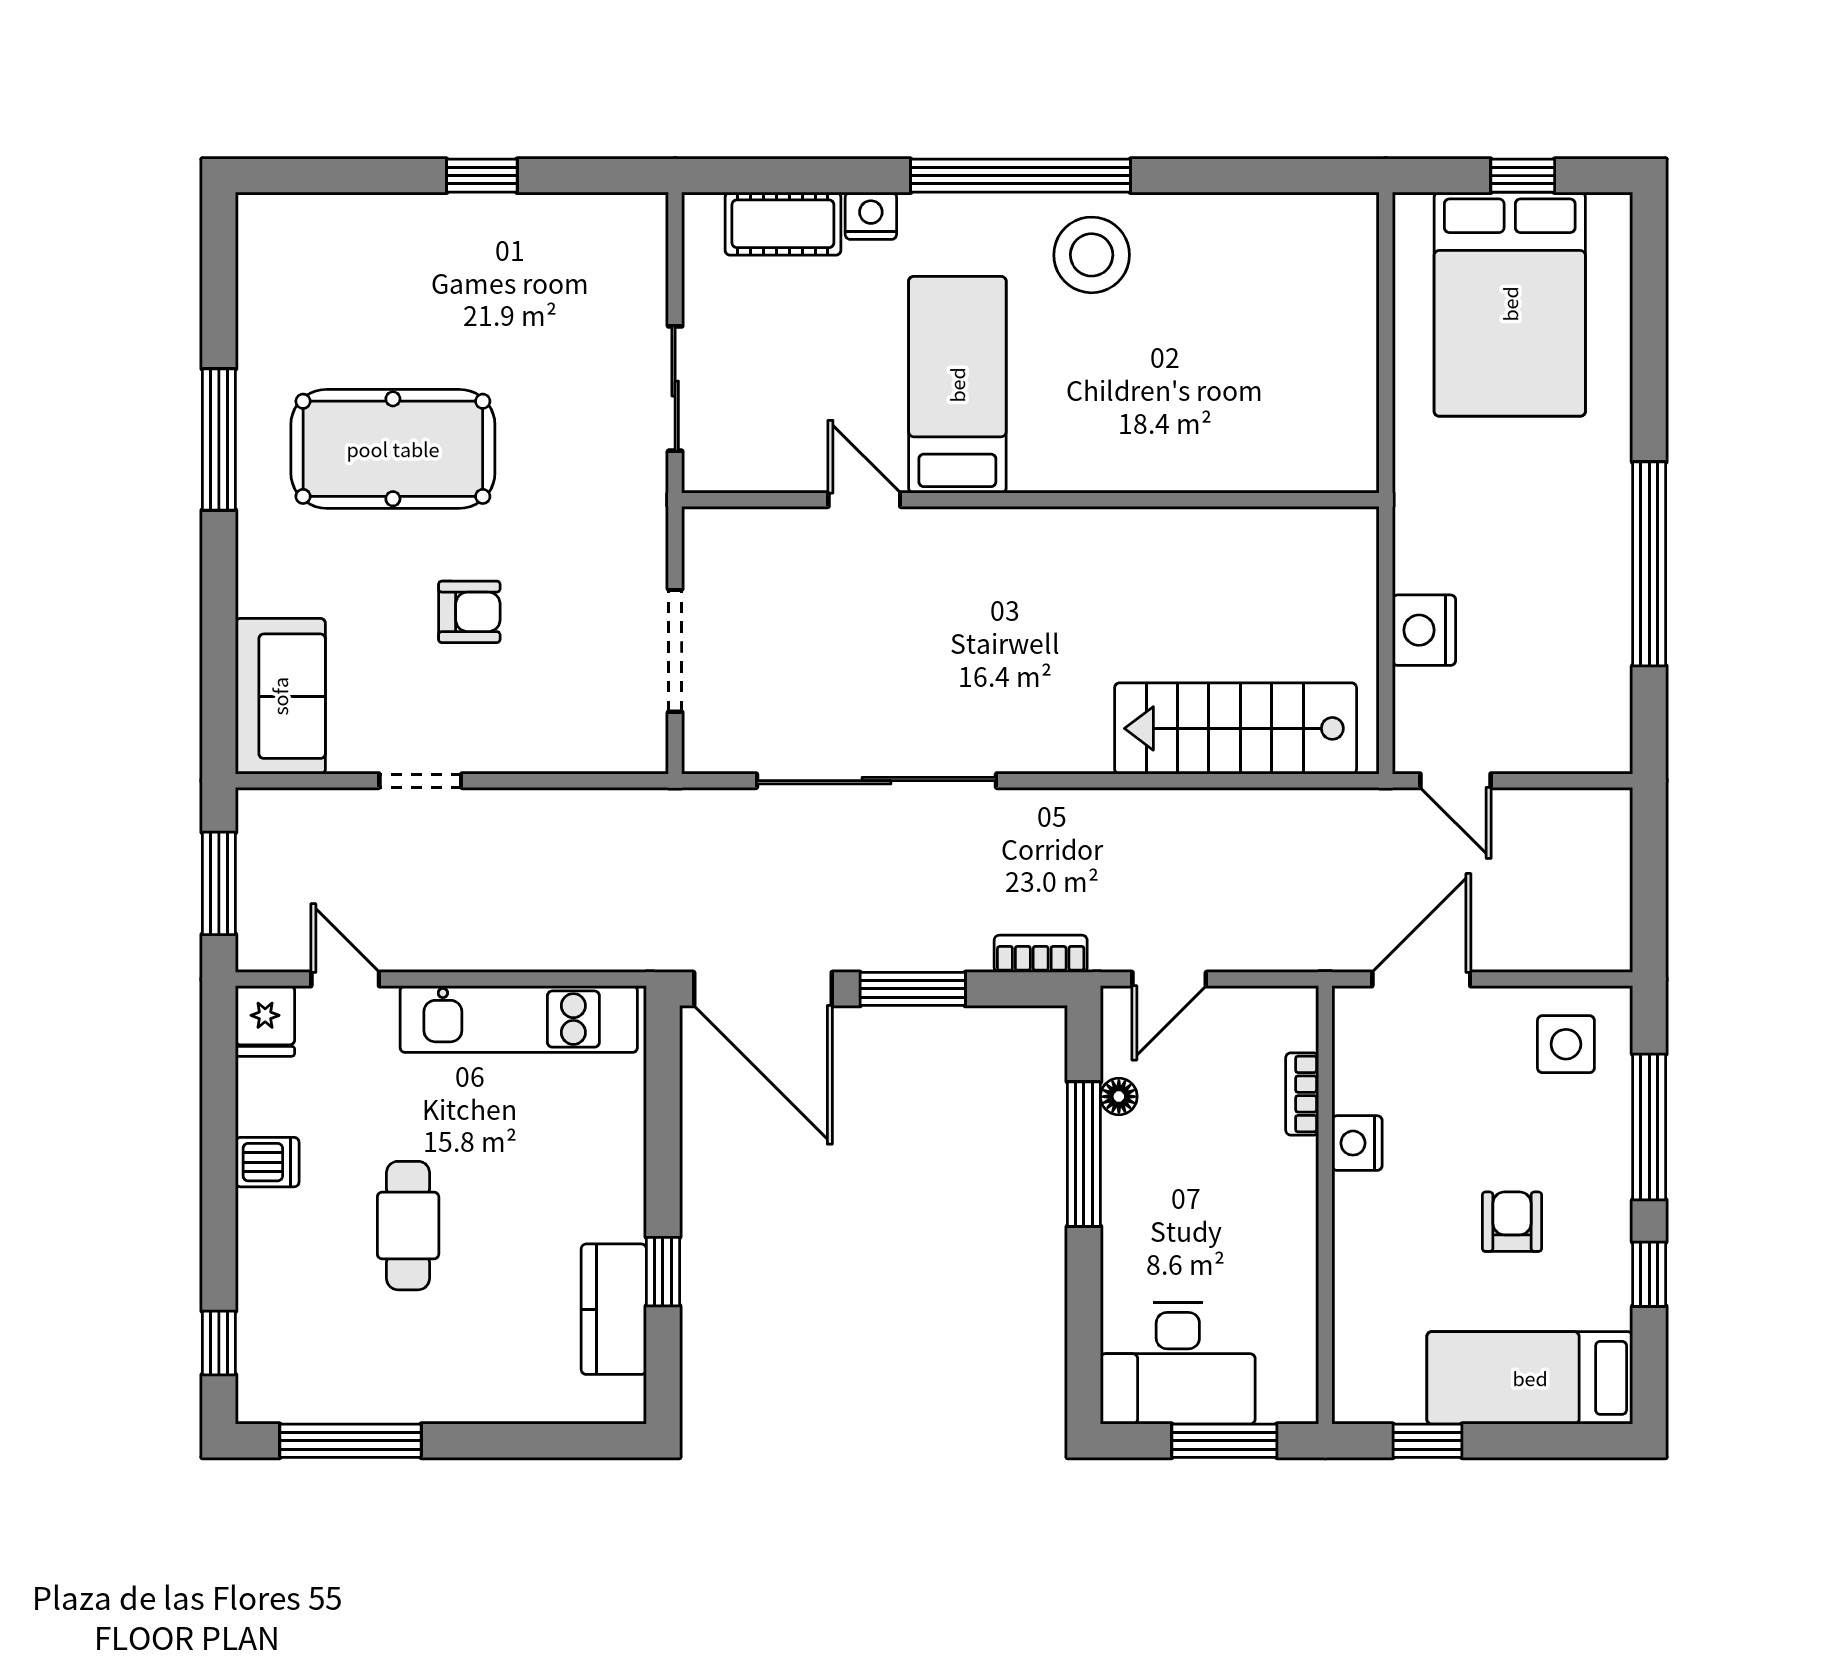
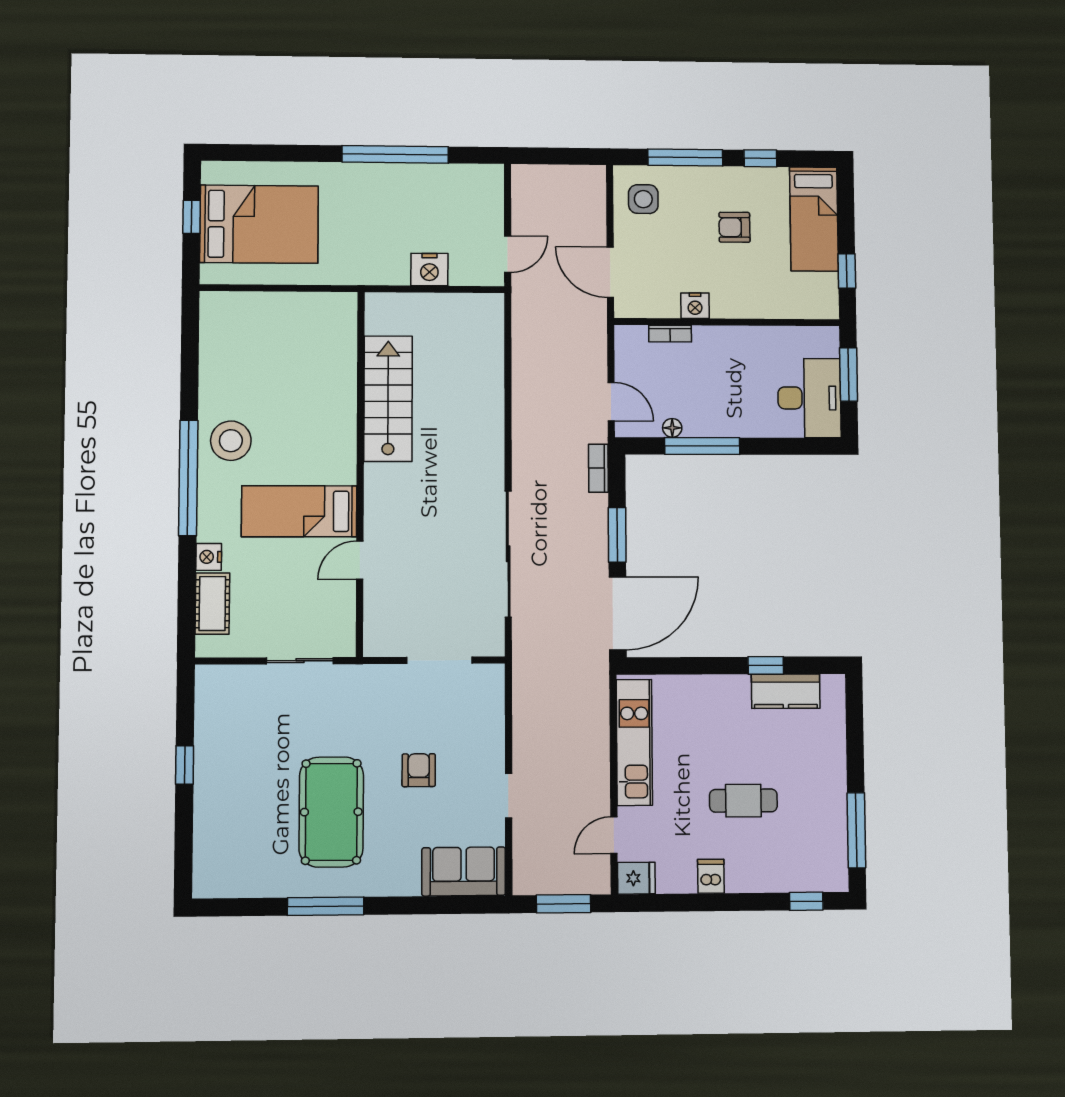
stairs: (1236, 728) -> (388, 399), moved, turned 180

